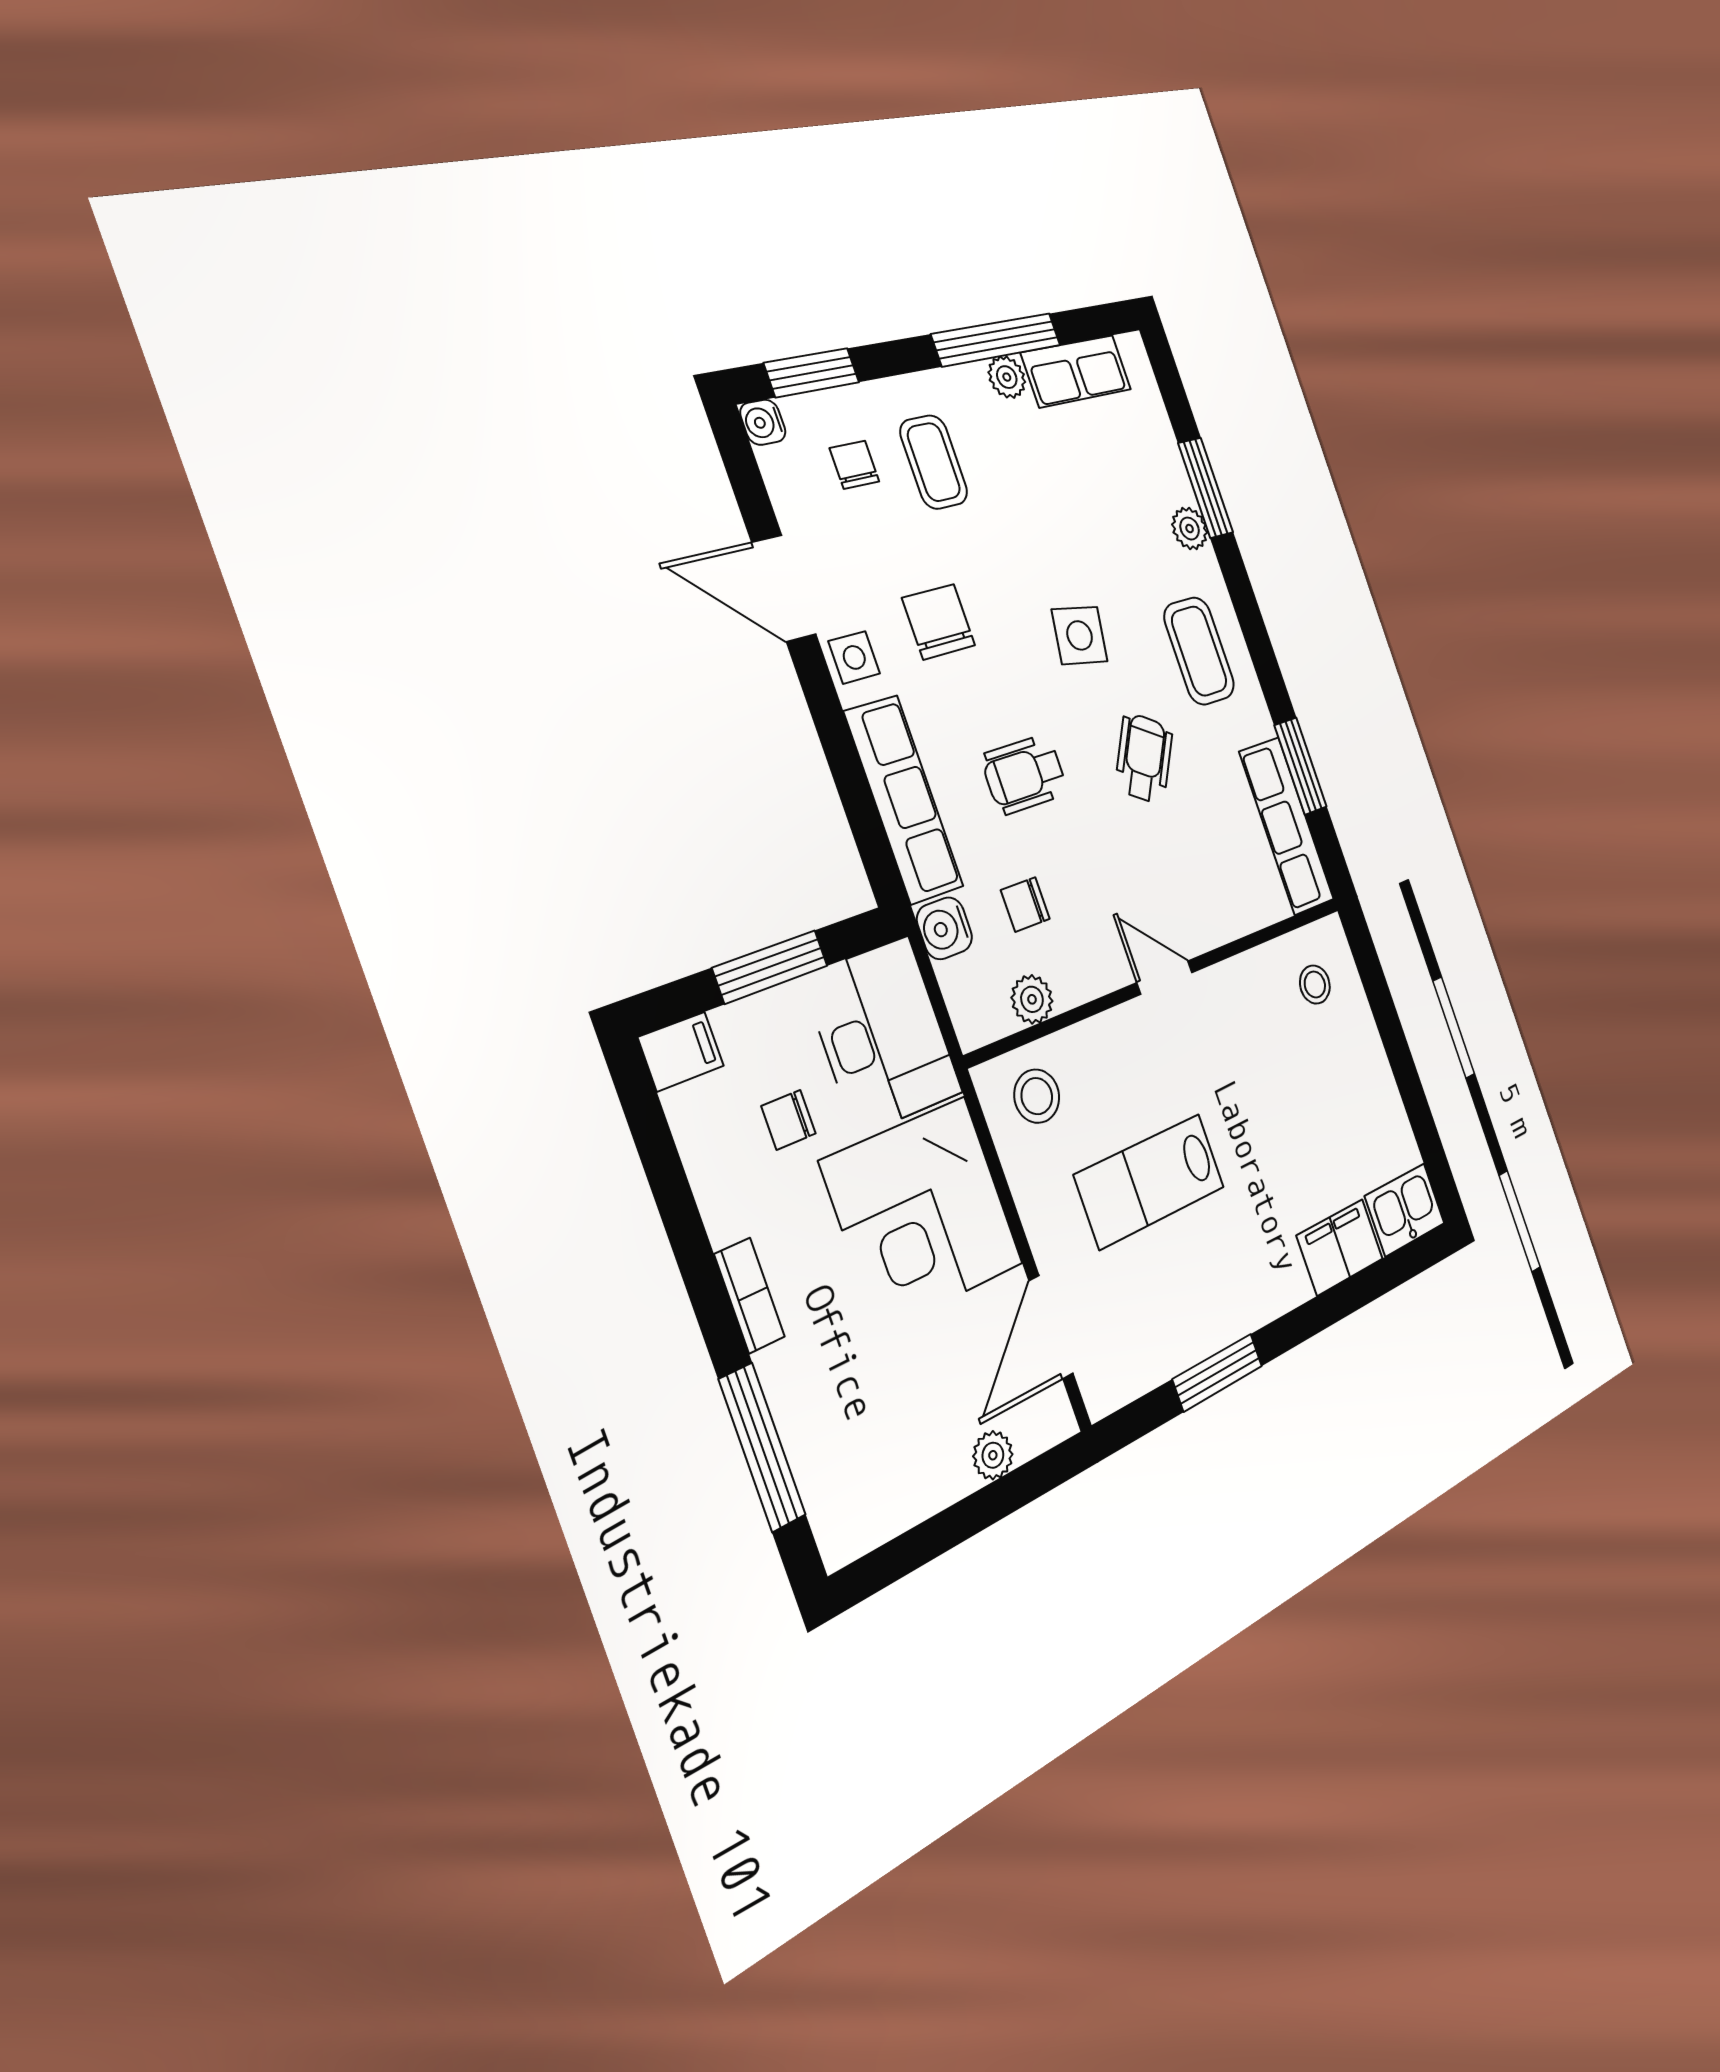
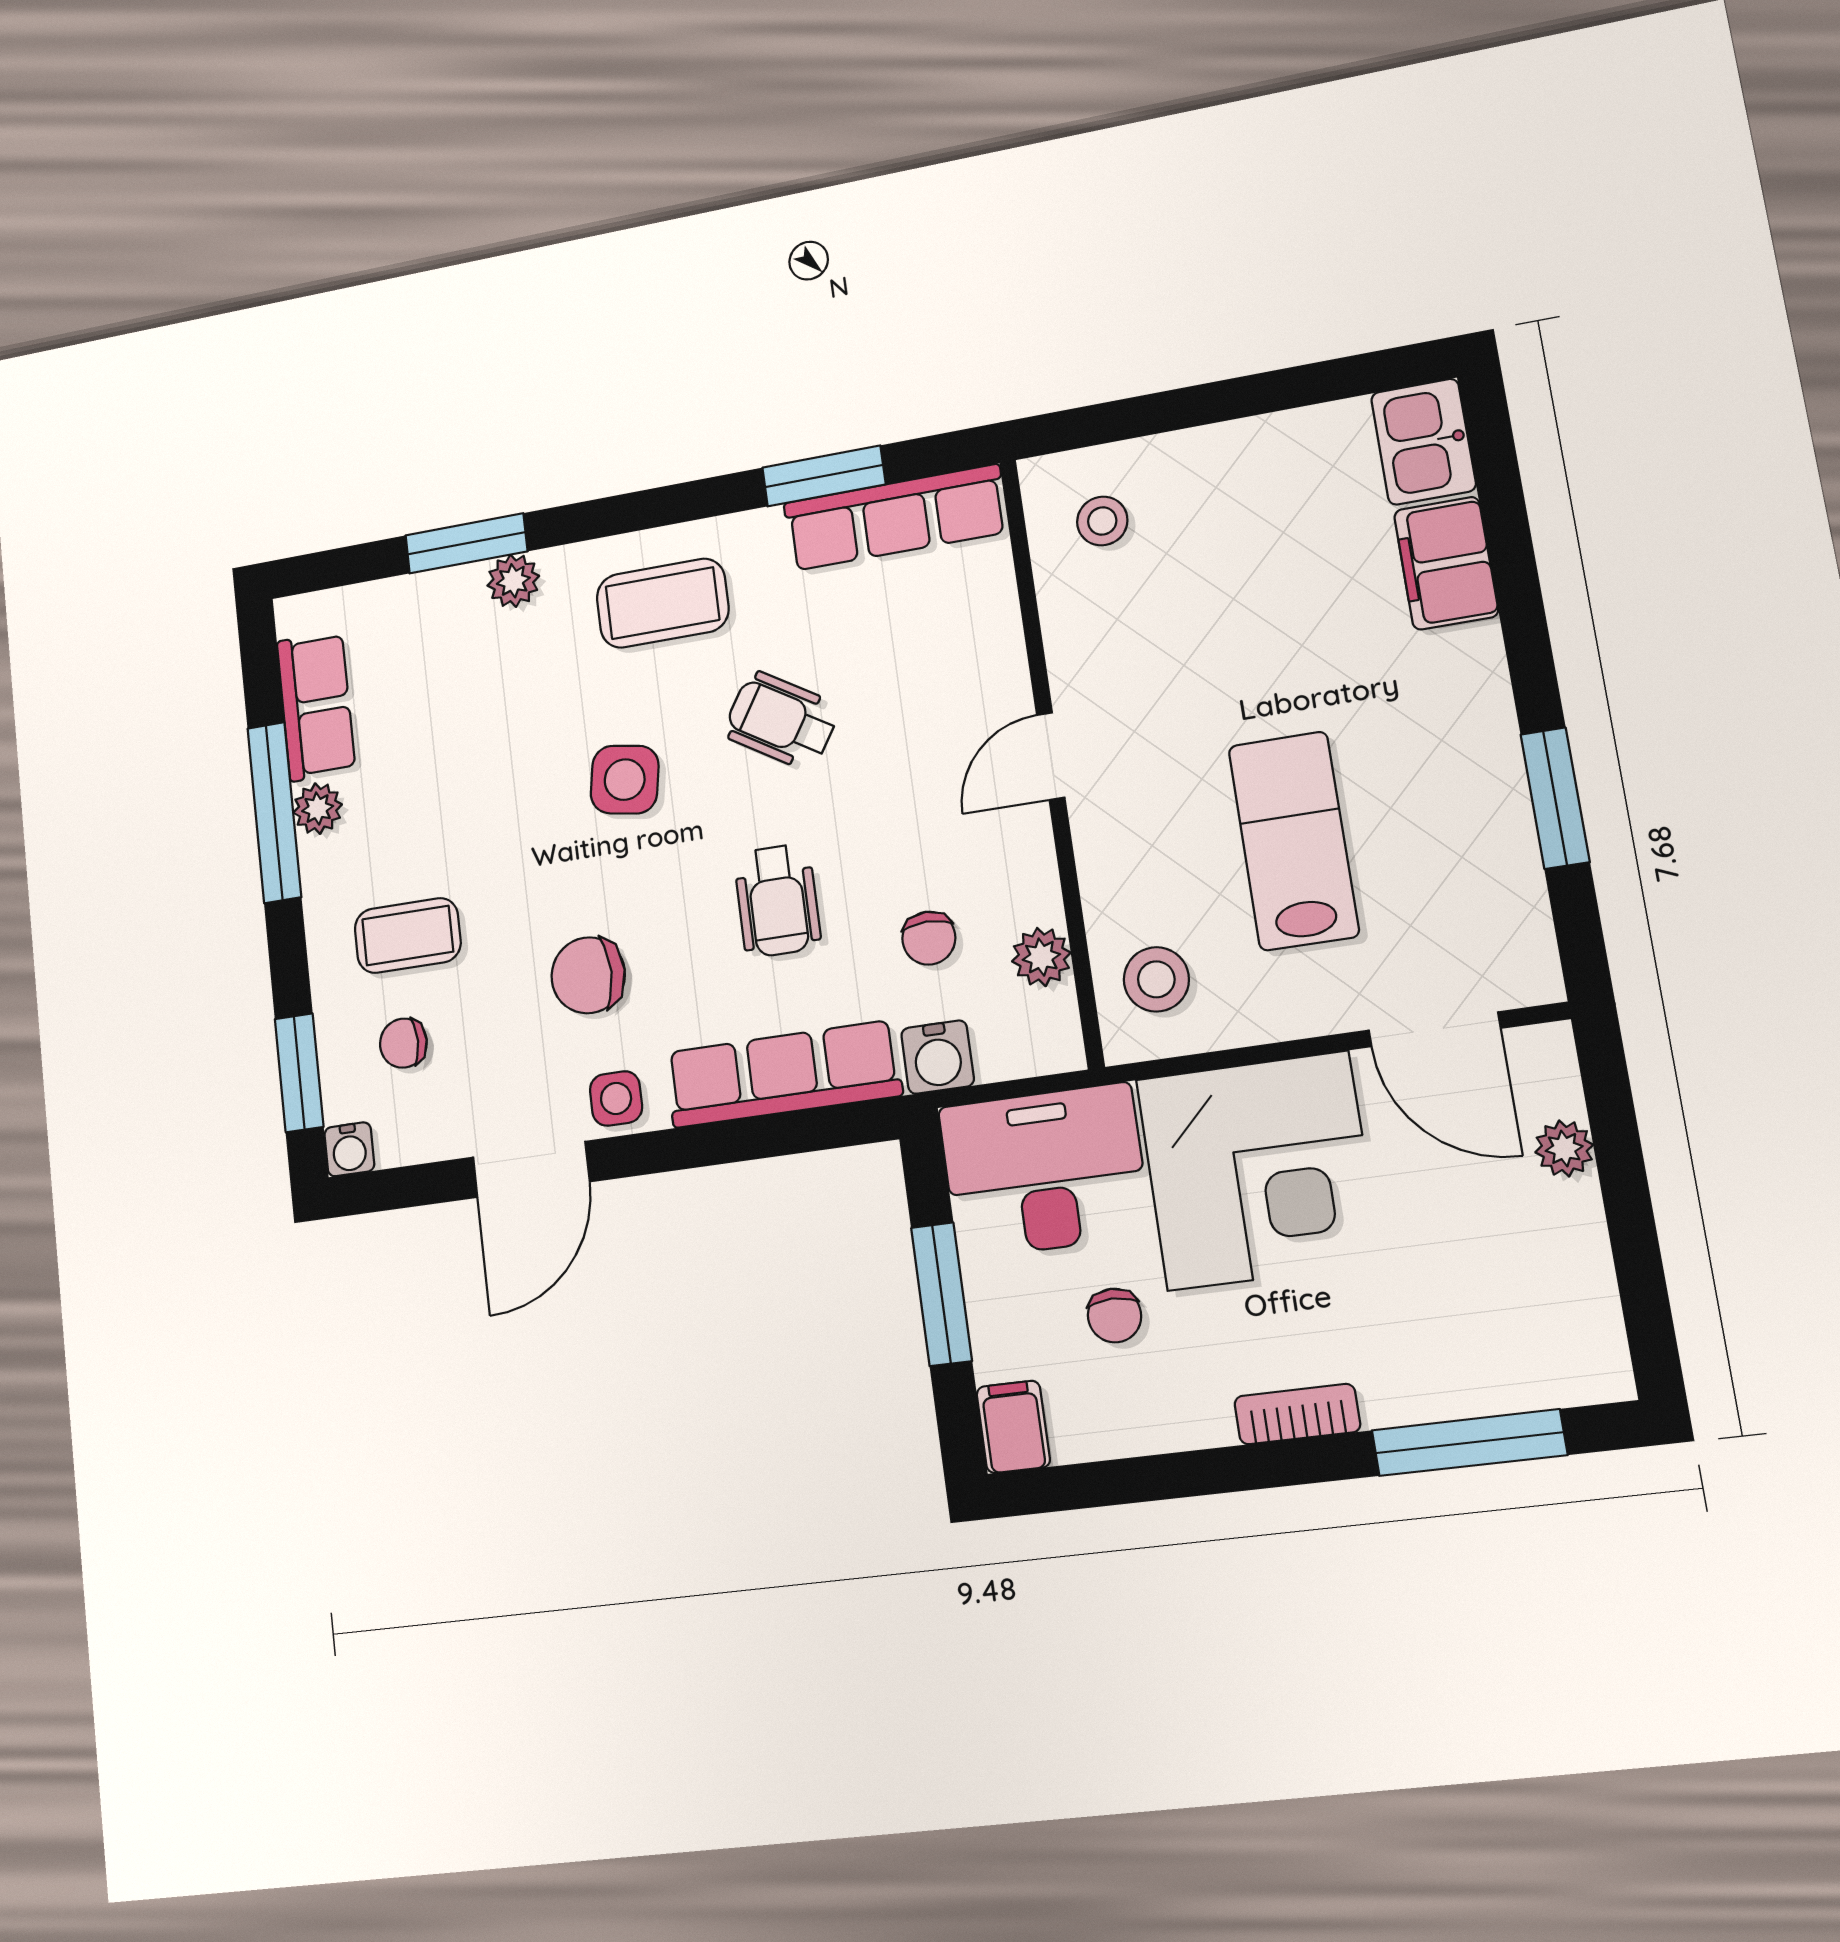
lab bench: (1150, 1181) -> (1294, 841), turned 180

